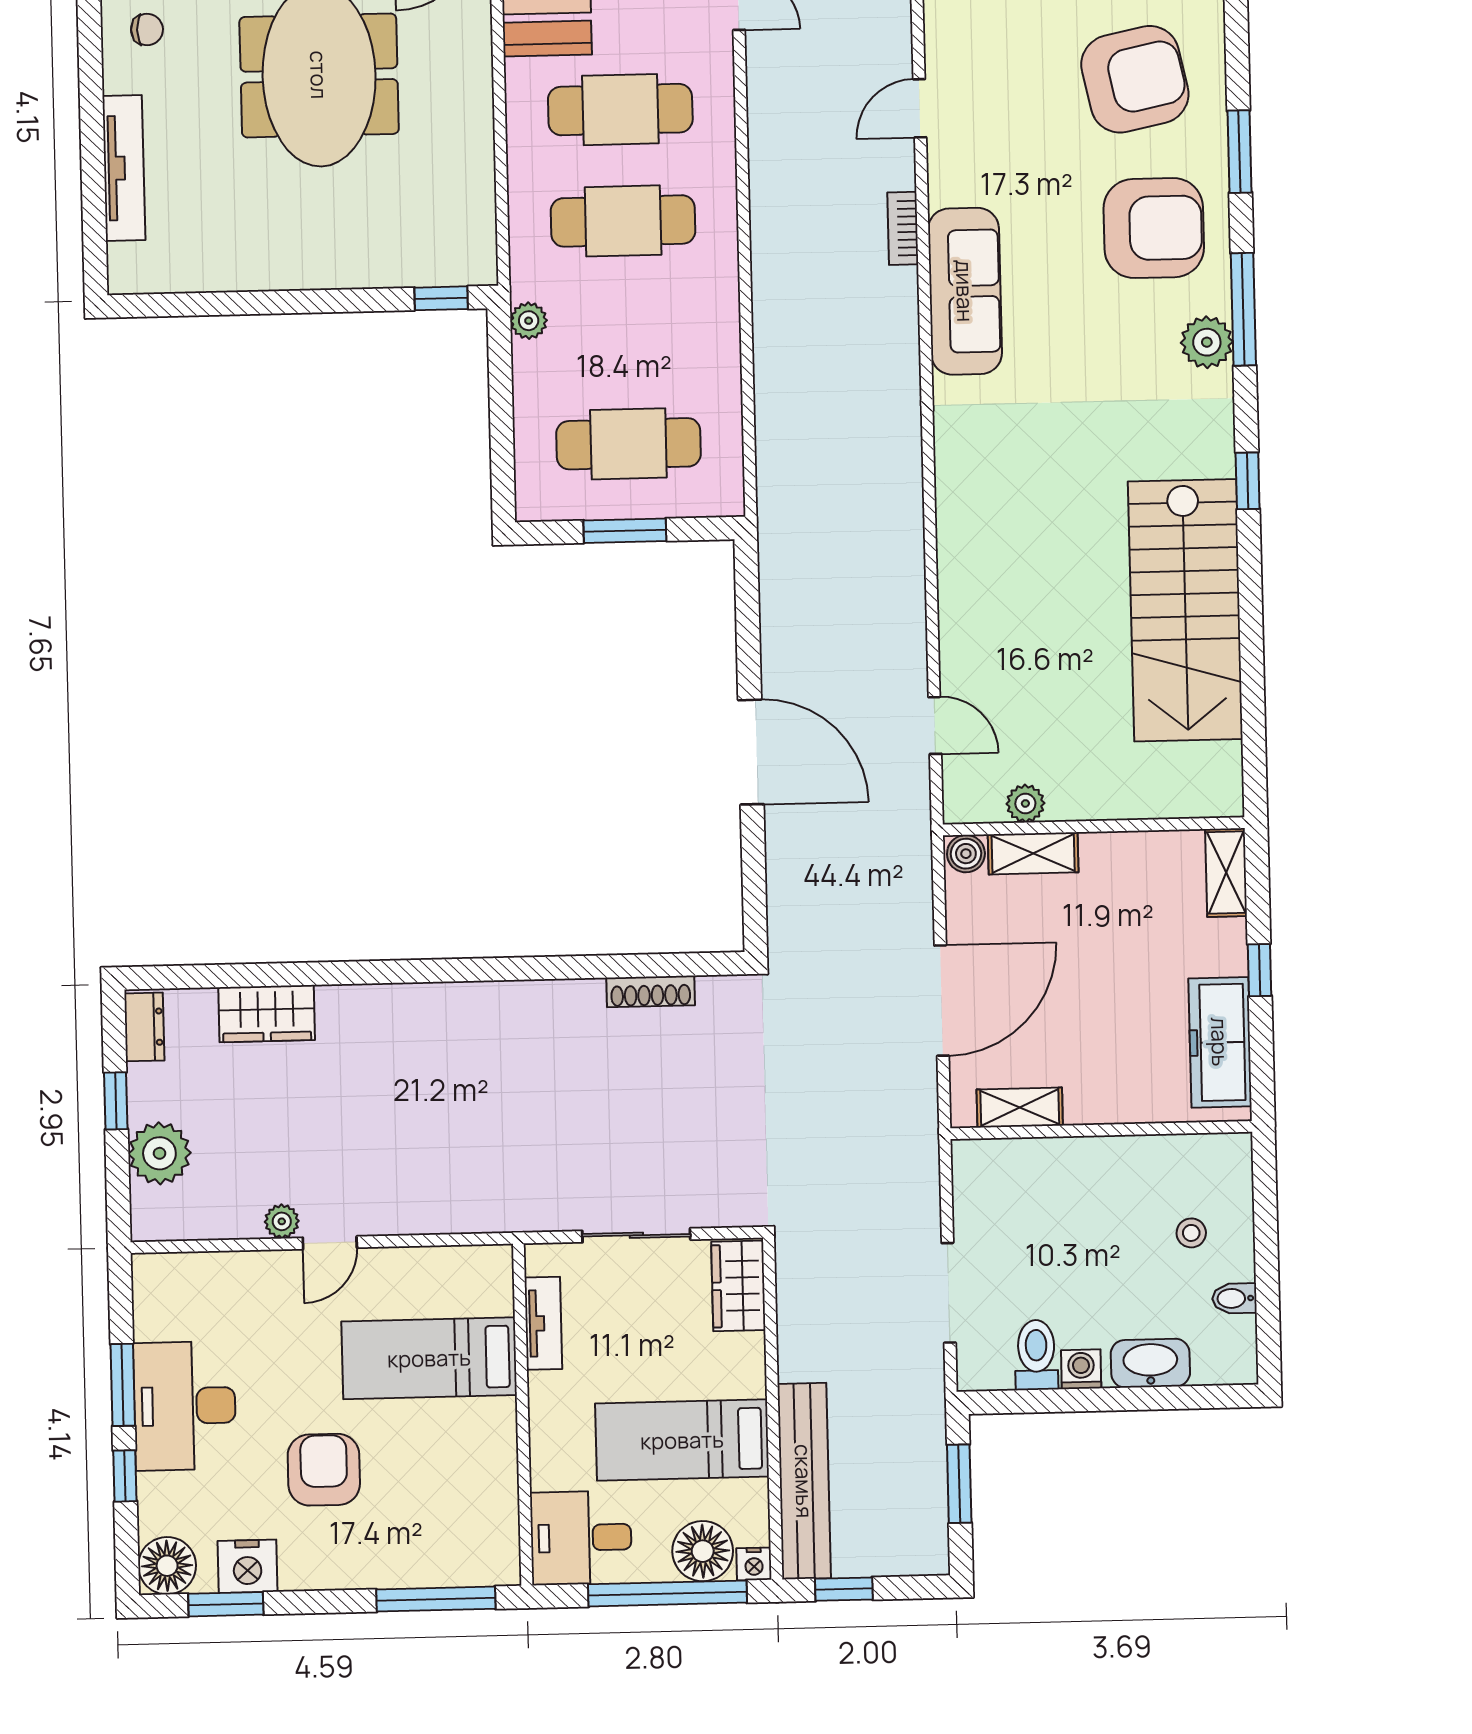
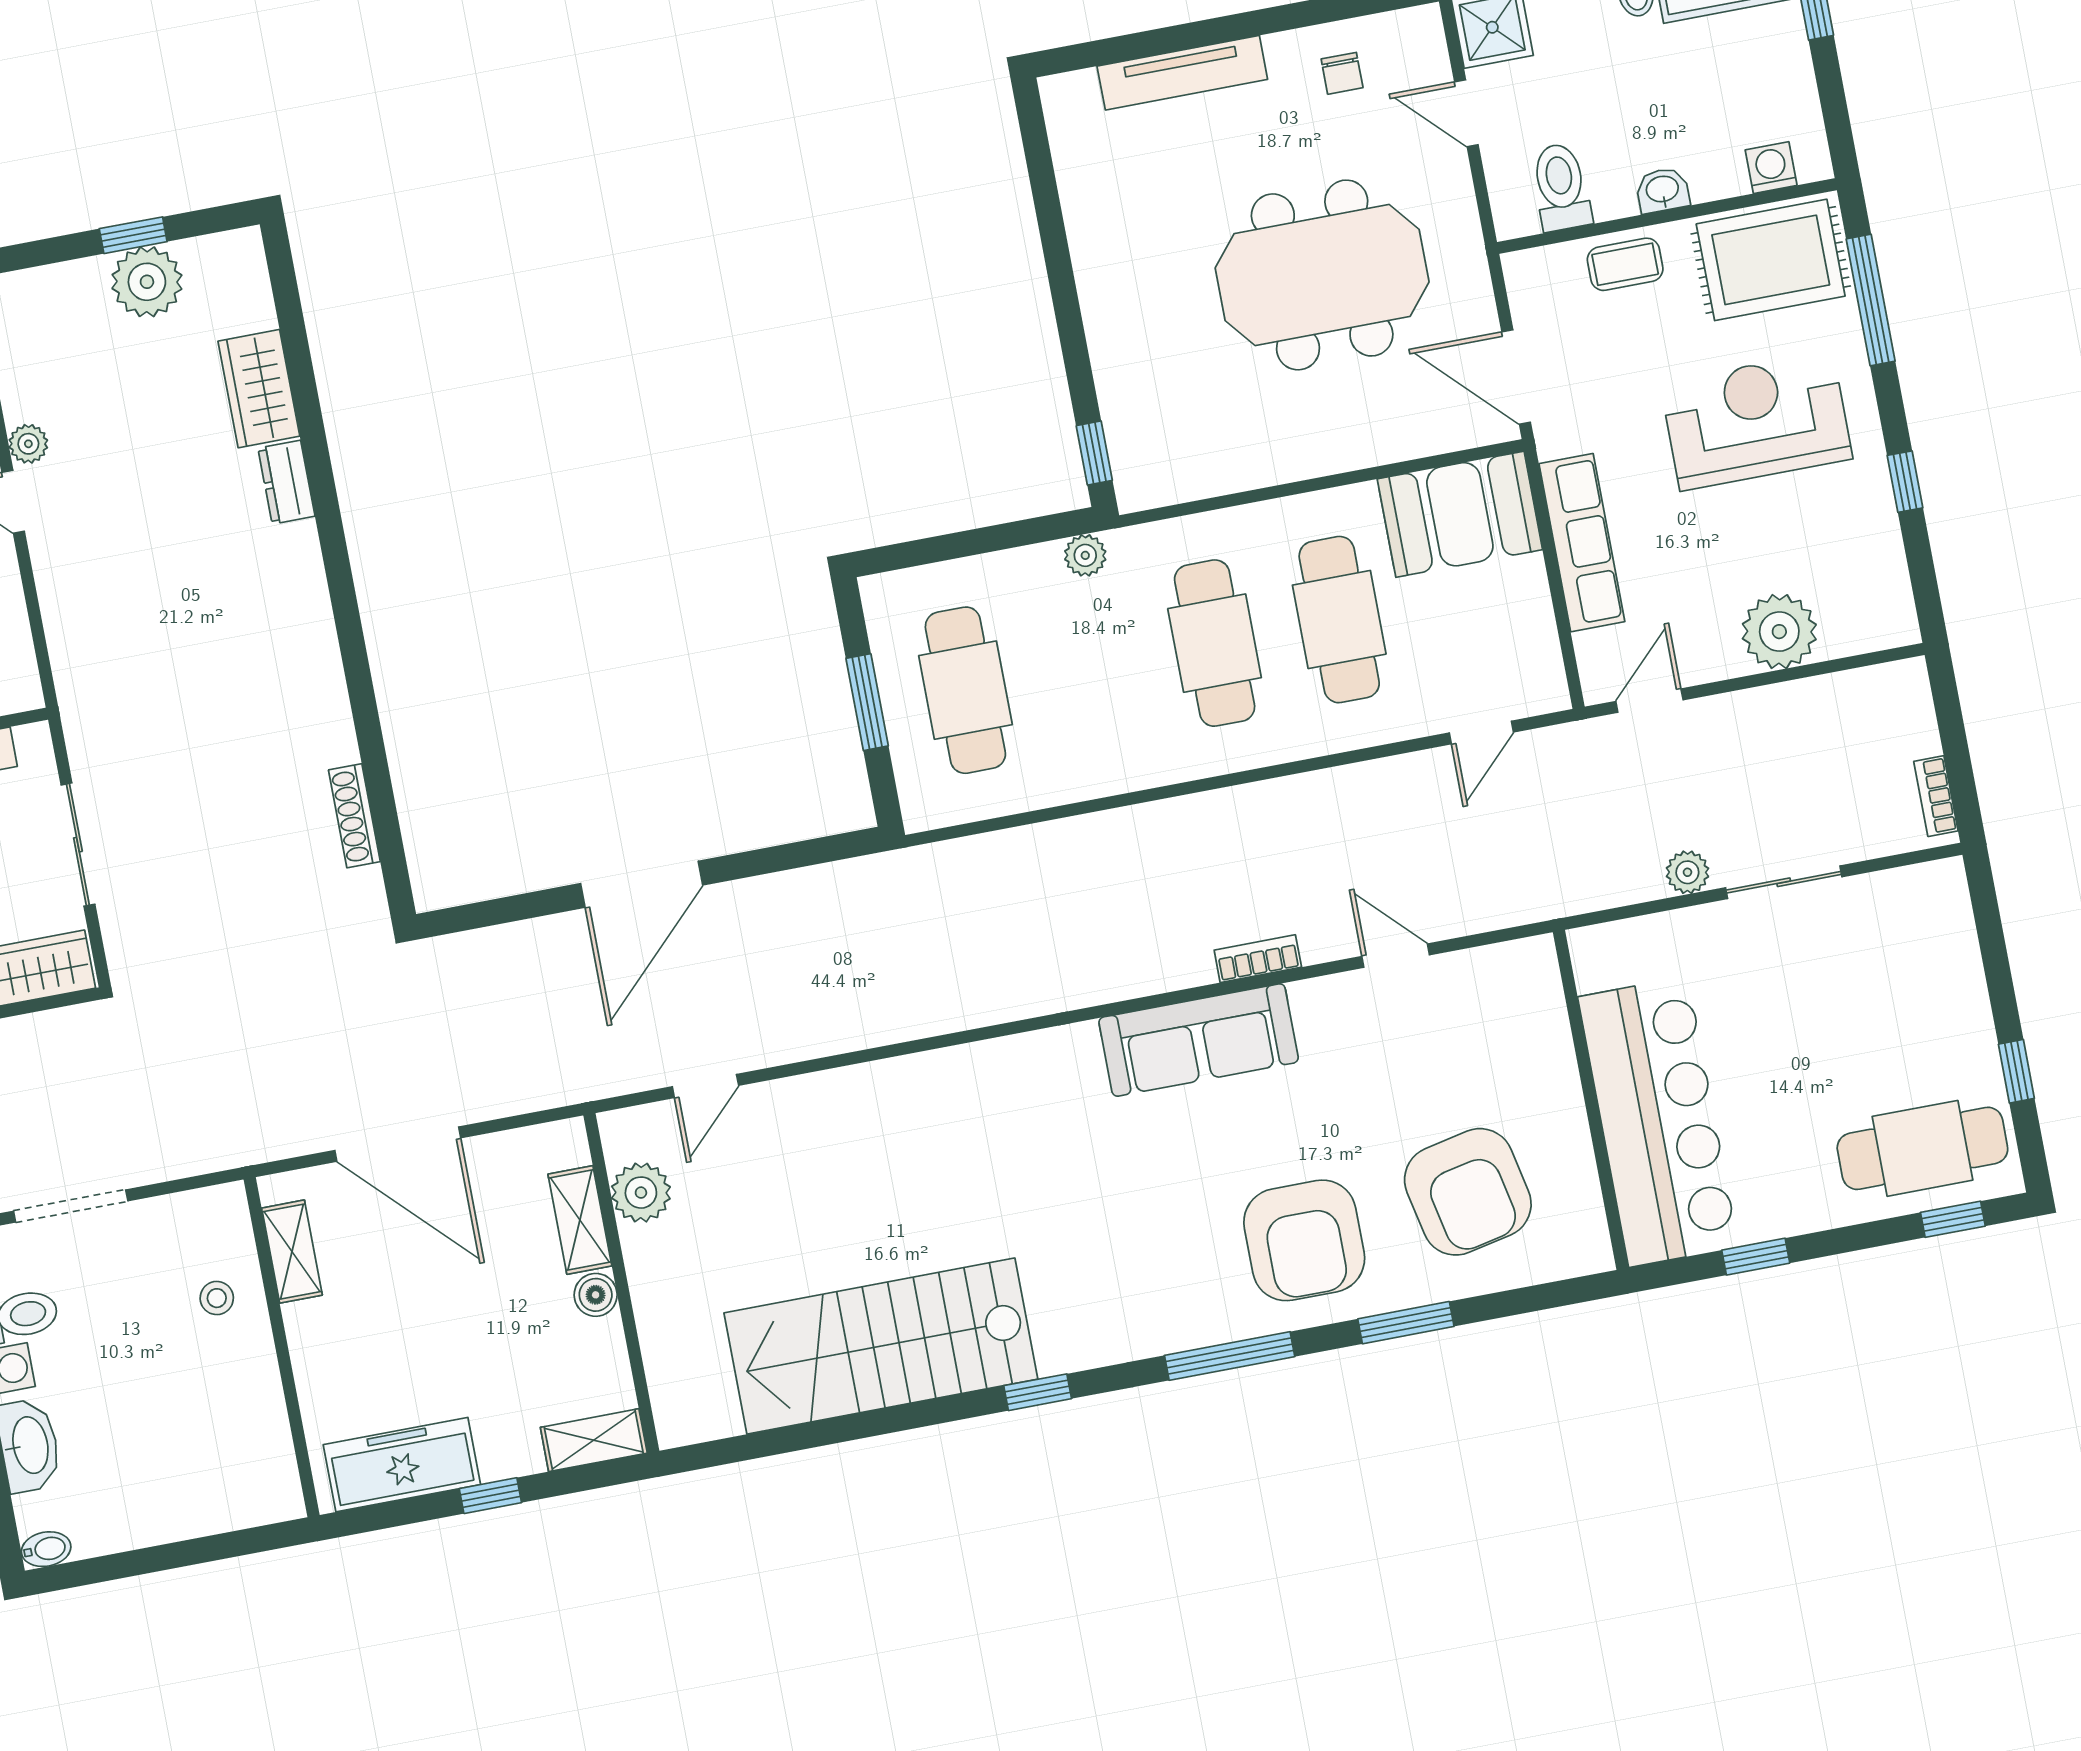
plant: (1207, 342) -> (1186, 1321), removed
plant: (1025, 803) -> (641, 1193), width x1.38, depth x1.38
boiler: (966, 854) -> (596, 1295), moved
dresser: (144, 1027) -> (286, 482), moved, turned 90
plant: (159, 1153) -> (147, 282), moved
stool: (1191, 1233) -> (217, 1298), moved
bidet: (1234, 1298) -> (46, 1549), moved, turned 90

